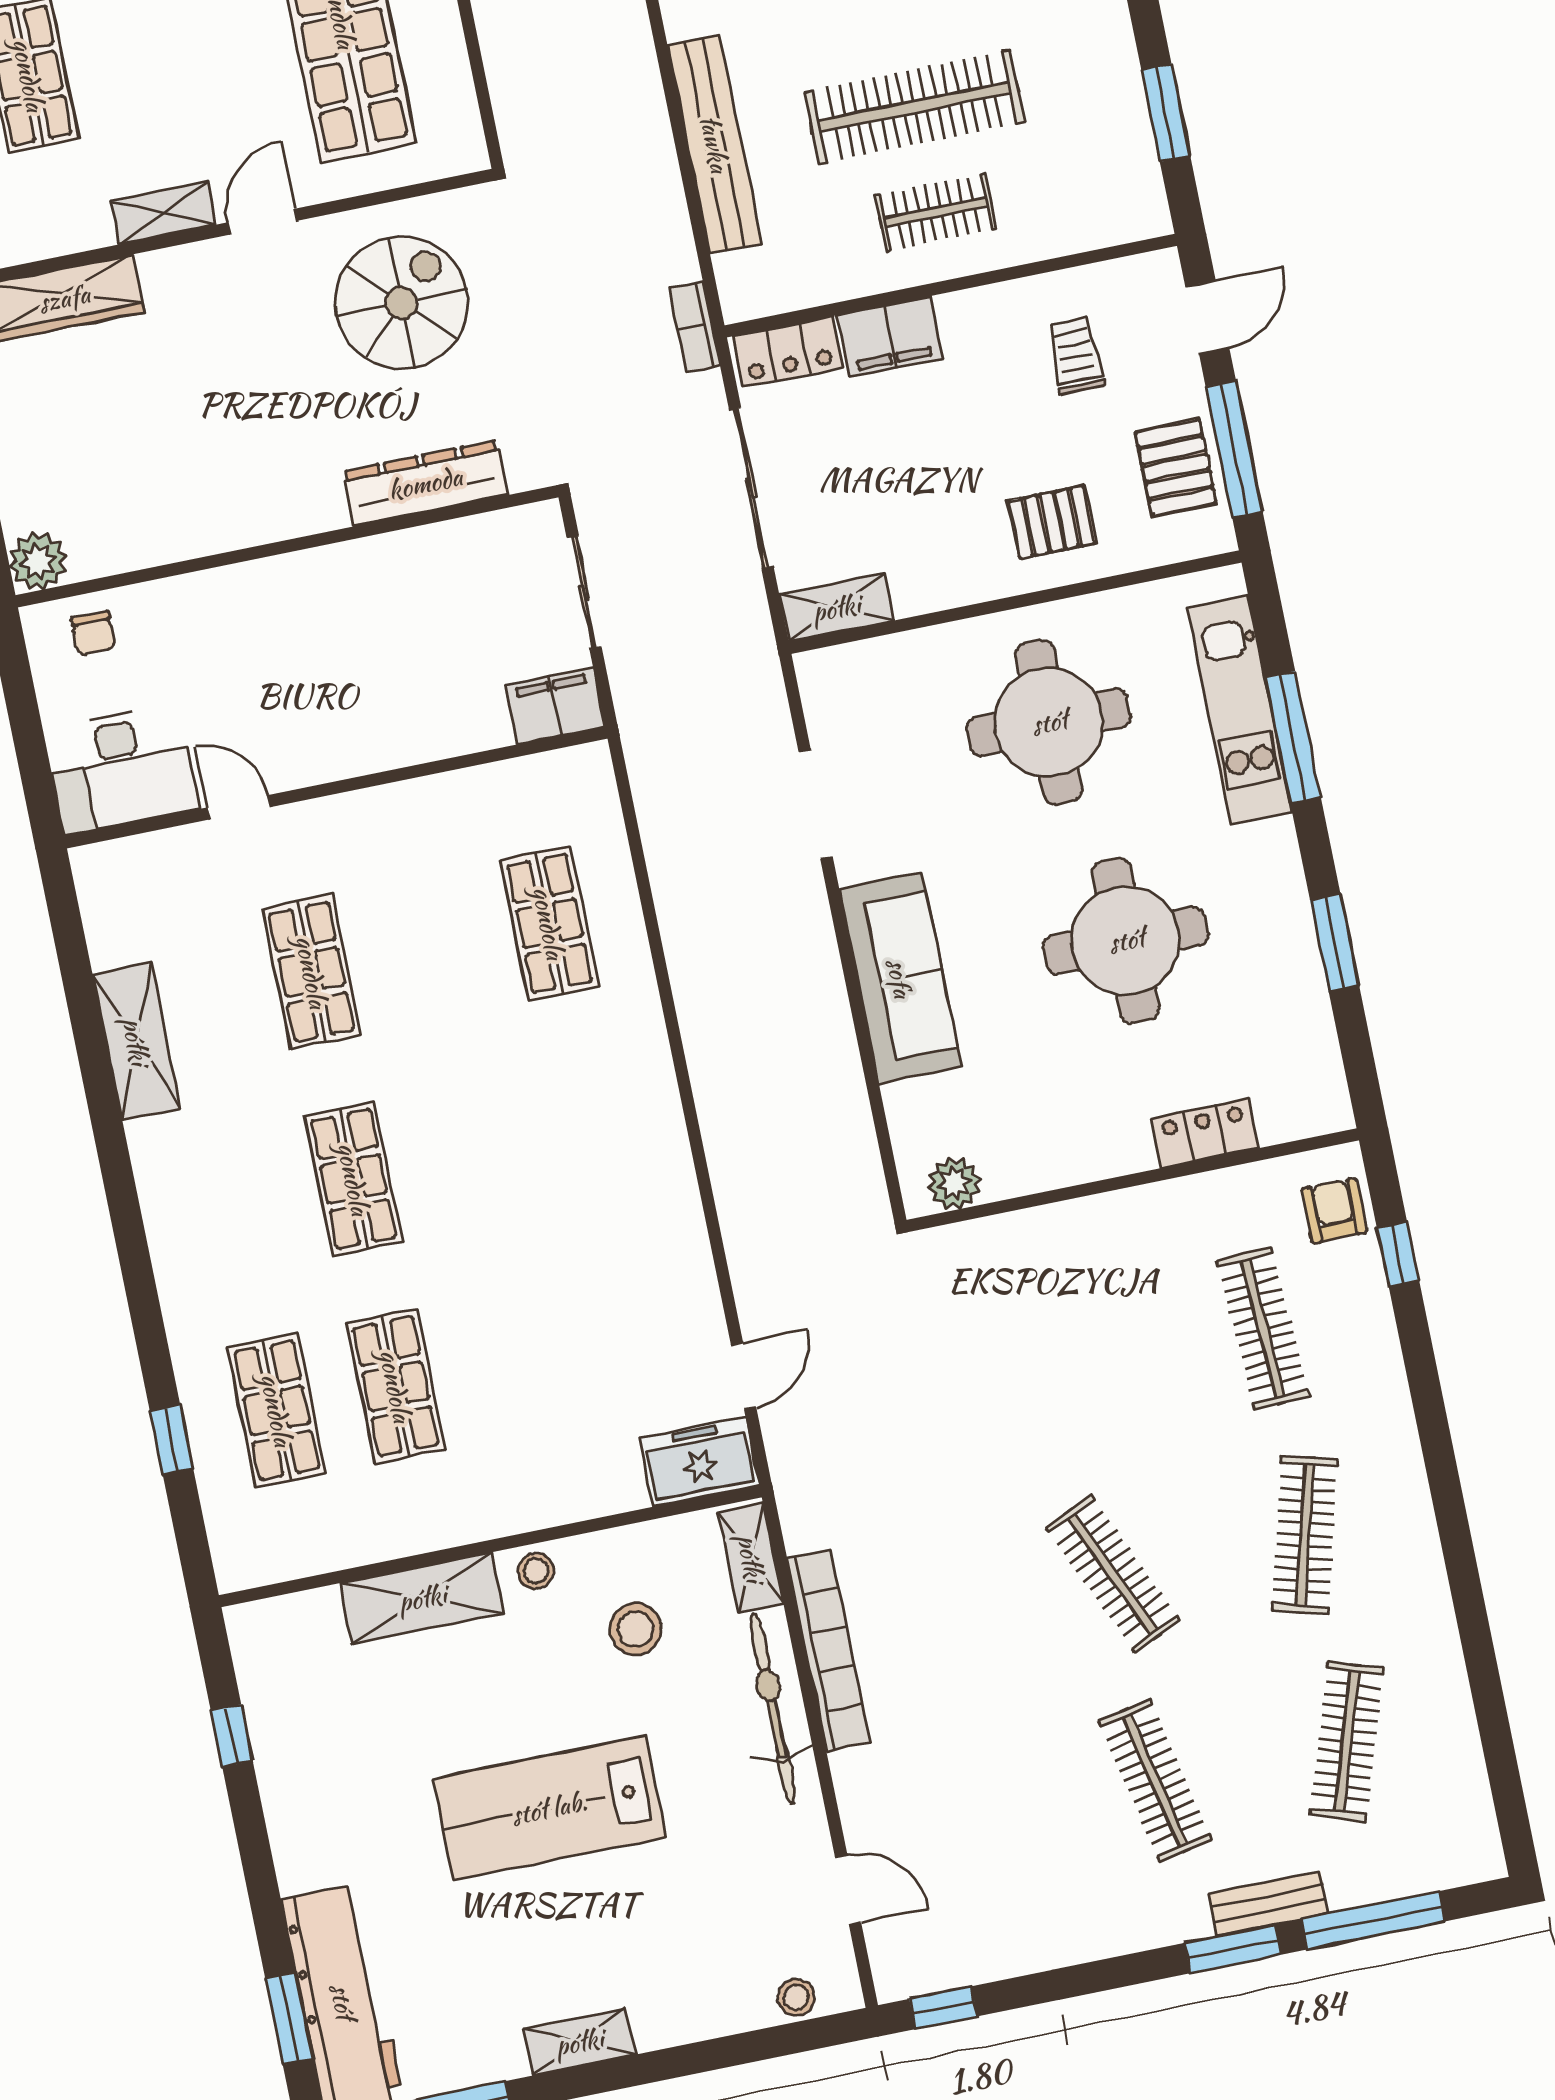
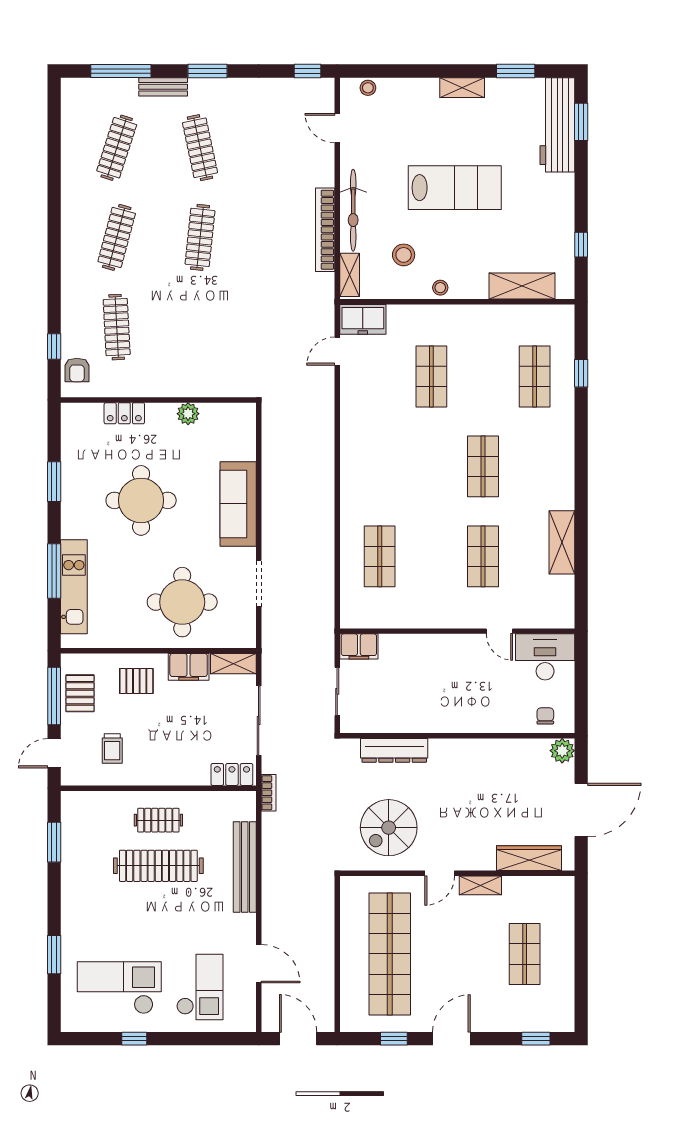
filing cabinet: (890, 337) -> (189, 667), moved, turned 180
round table: (1049, 722) -> (182, 602), moved
plant: (954, 1183) -> (188, 414), moved
shop shelf: (396, 1386) -> (431, 376), moved
clothes rail: (1113, 1574) -> (200, 237), turned 30
shelving: (422, 1598) -> (522, 286), moved
window: (1233, 1949) -> (208, 71), moved

